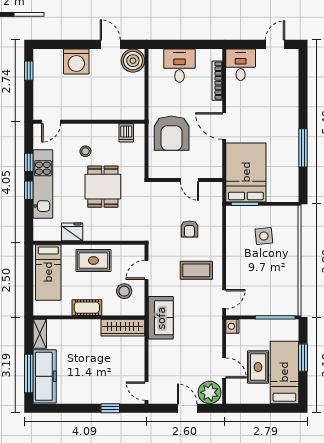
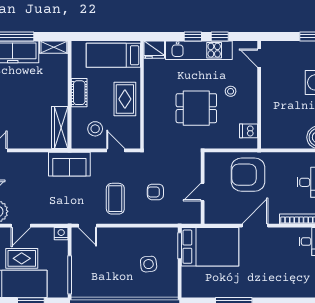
fridge: (72, 232) -> (154, 50), moved, turned 90

